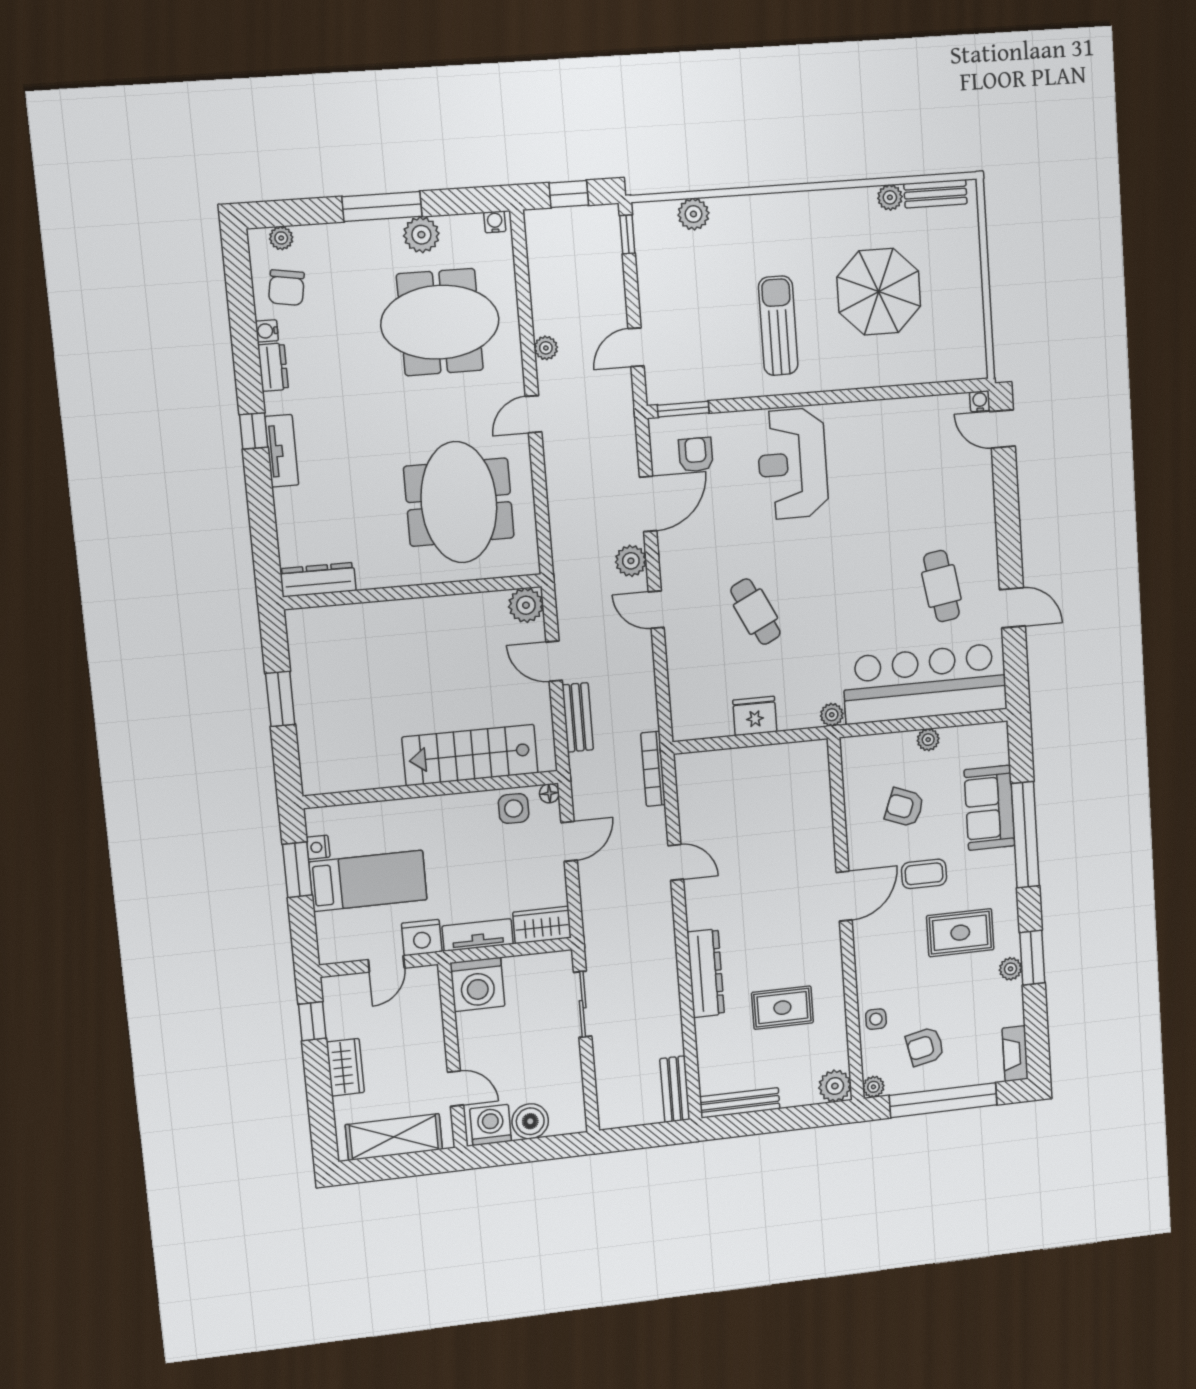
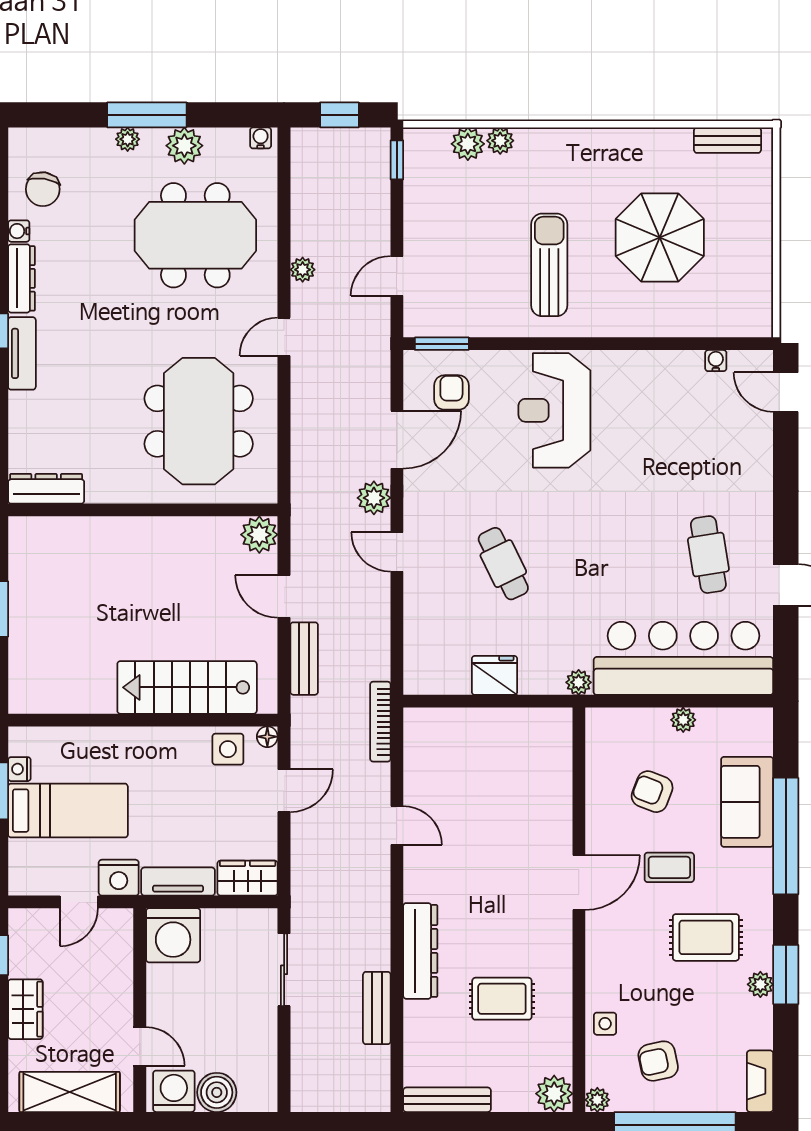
plant: (890, 197) -> (500, 141), moved
plant: (281, 238) -> (128, 139), moved
dresser: (273, 367) -> (21, 278), width x1.44
water cooler: (980, 401) -> (716, 361), moved
bench: (675, 1089) -> (377, 1008), moved

